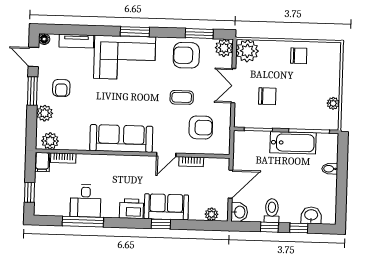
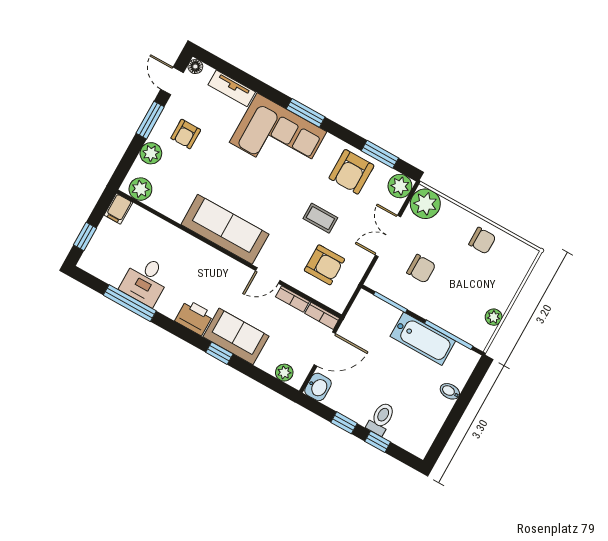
armchair: (186, 55) -> (351, 172), turned -90
bookcase: (63, 158) -> (322, 316), moved
toilet: (272, 211) -> (381, 419), moved
washbasin: (311, 215) -> (400, 434), removed

